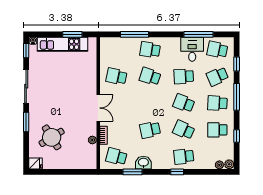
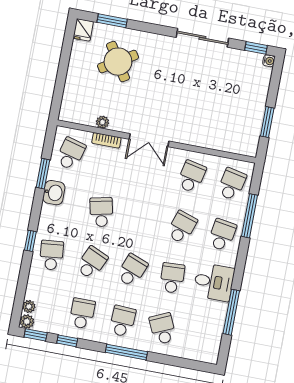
kitchen unit: (63, 44) -> (255, 104), removed
desk: (192, 49) -> (214, 282), moved
school desk: (217, 50) -> (232, 184), moved
window: (237, 64) -> (36, 335), moved
window: (26, 122) -> (112, 21), moved

